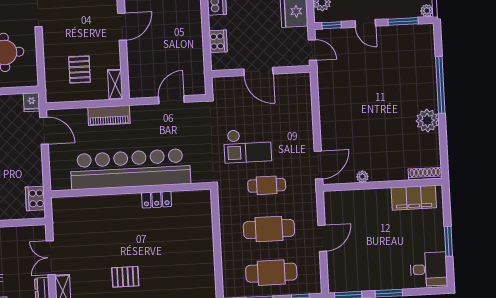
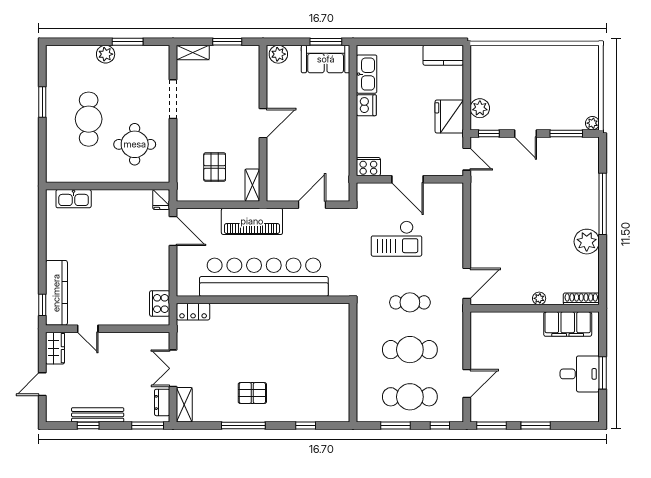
cooker: (218, 41) -> (368, 167), moved, turned -90
piano: (109, 115) -> (252, 221), width x1.37, depth x1.33
checkout: (248, 146) -> (397, 239), moved
plant: (362, 177) -> (539, 298), moved
locker: (157, 200) -> (193, 312), moved
door: (322, 238) -> (467, 383), moved
desk: (429, 269) -> (580, 374), moved

